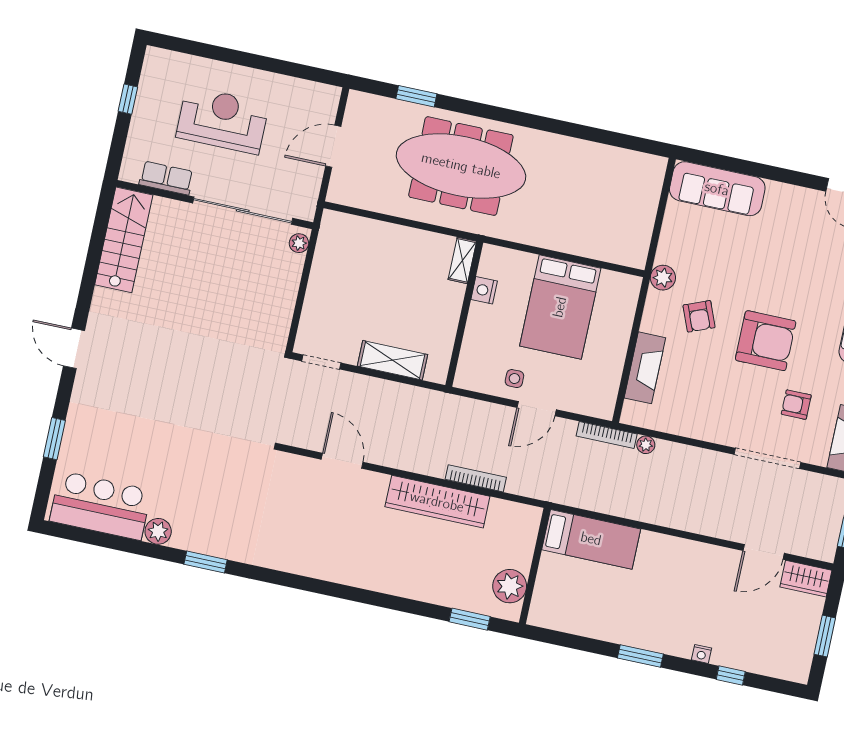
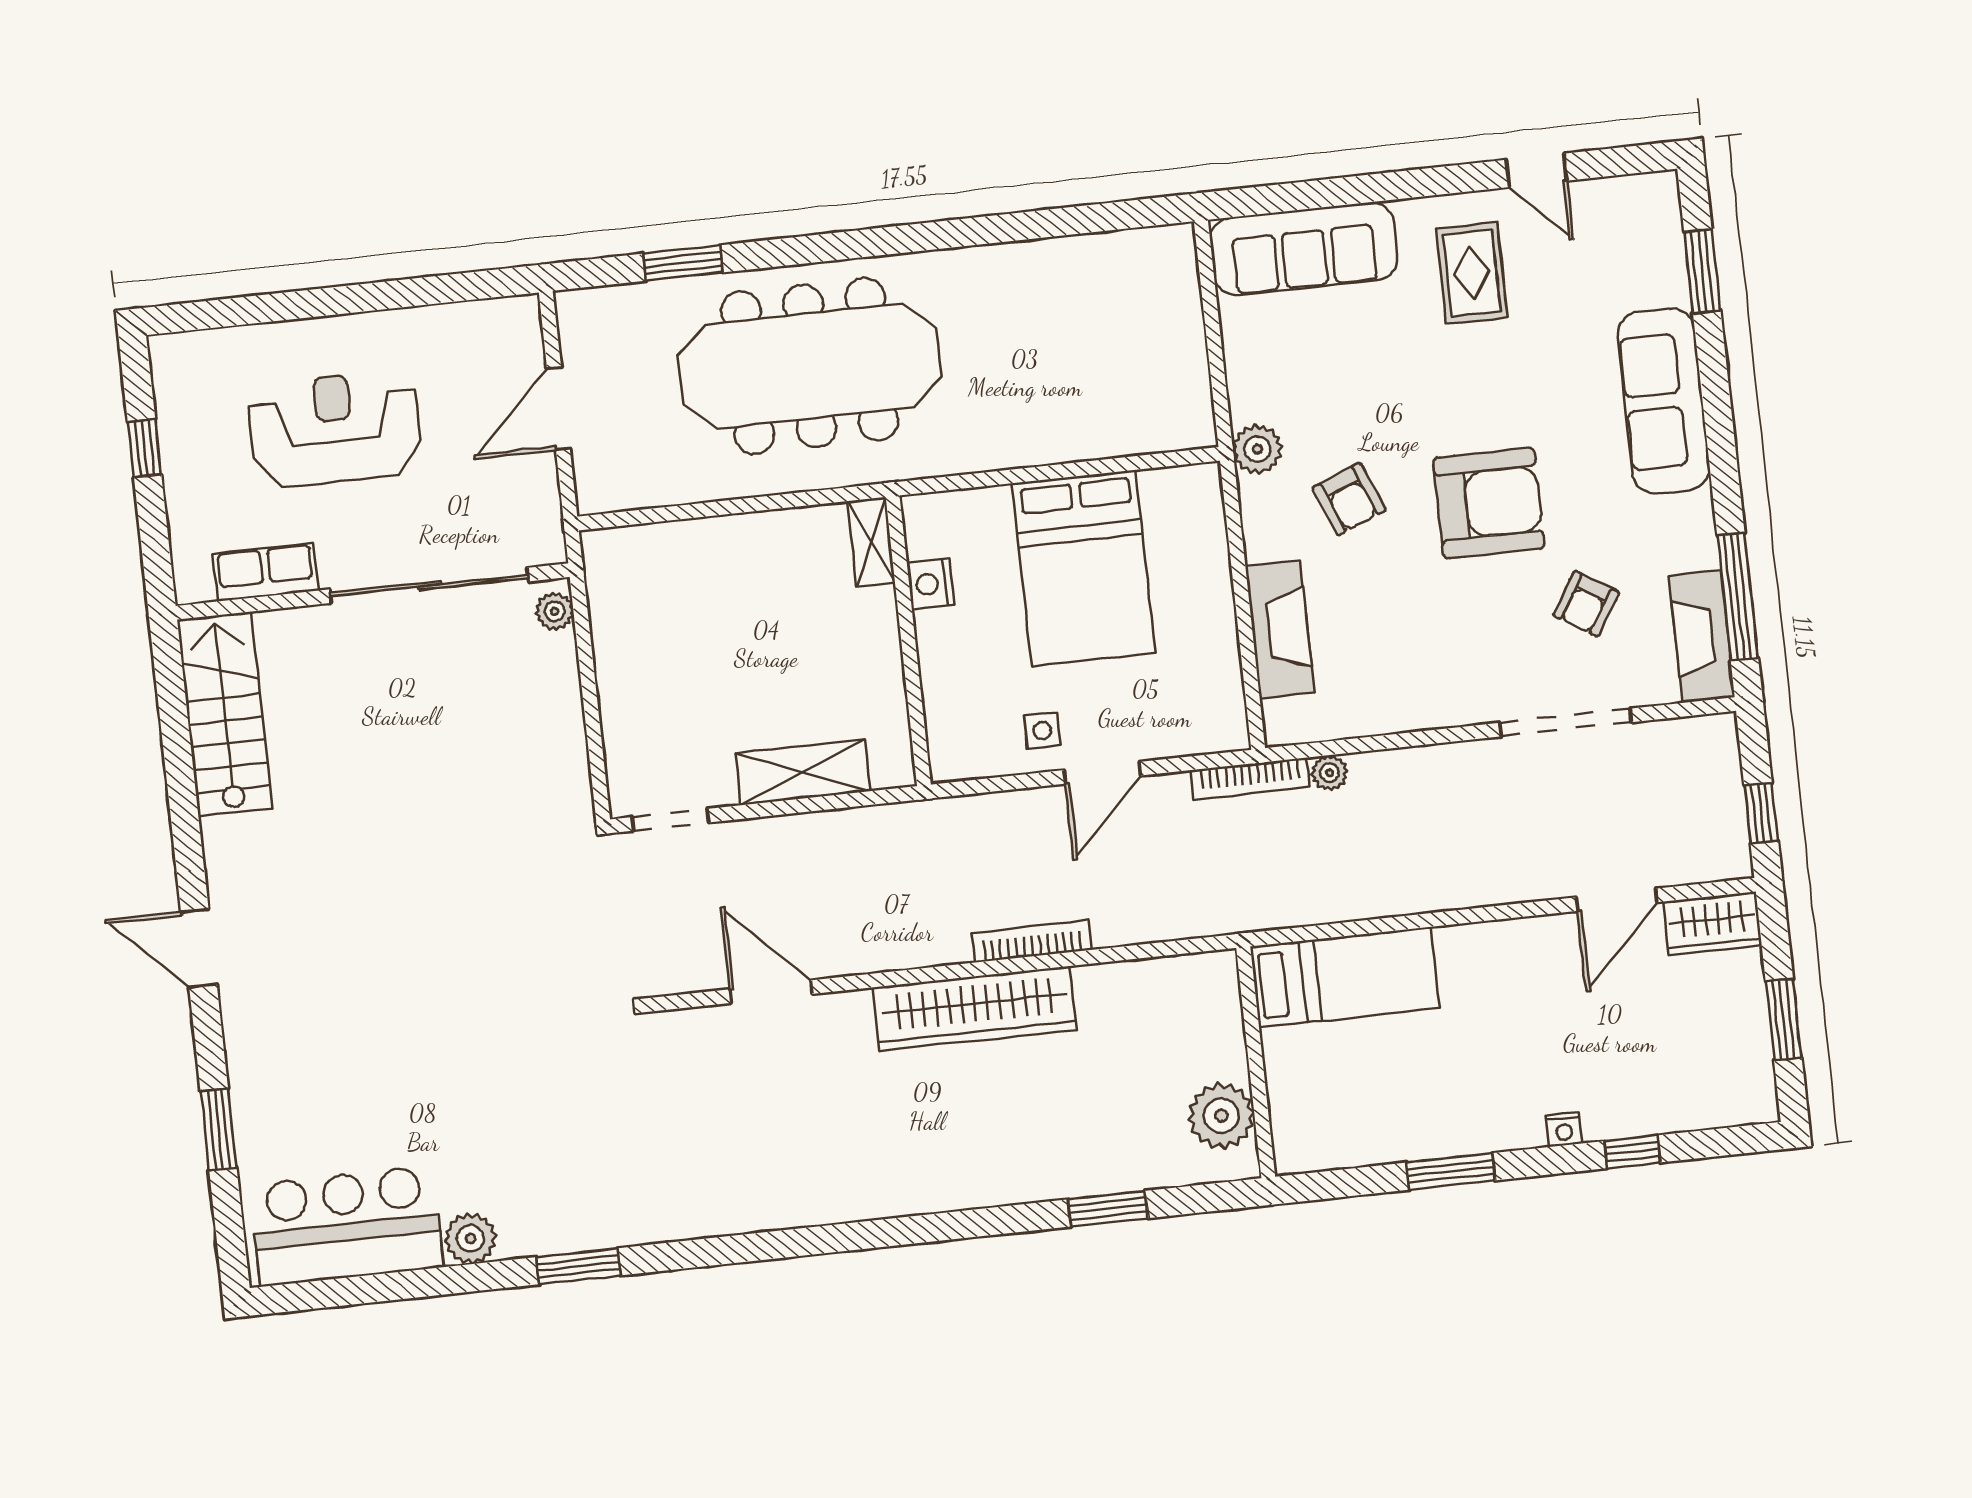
rug: (794, 227) -> (1472, 273), added
armchair: (796, 405) -> (1586, 604), turned -58
bed: (591, 539) -> (1345, 977), moved
wall: (535, 566) -> (1256, 1062), moved
plant: (510, 586) -> (1221, 1116), moved

